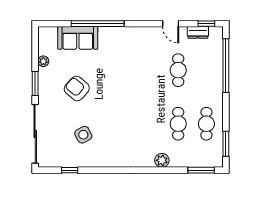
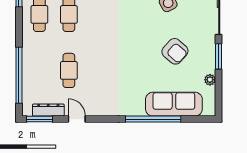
window: (206, 24) -> (39, 119), width x1.50
dresser: (198, 32) -> (48, 110), width x1.44
sofa: (78, 38) -> (174, 104), width x1.36

